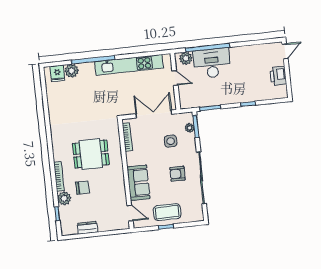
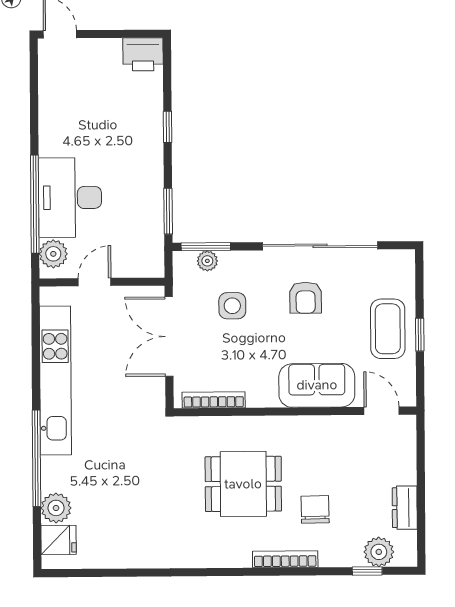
printer: (278, 76) -> (143, 54), moved
dining table: (91, 154) -> (243, 484), turned 90
plant: (64, 198) -> (379, 552), moved
door: (130, 213) -> (382, 411), hinge flipped

